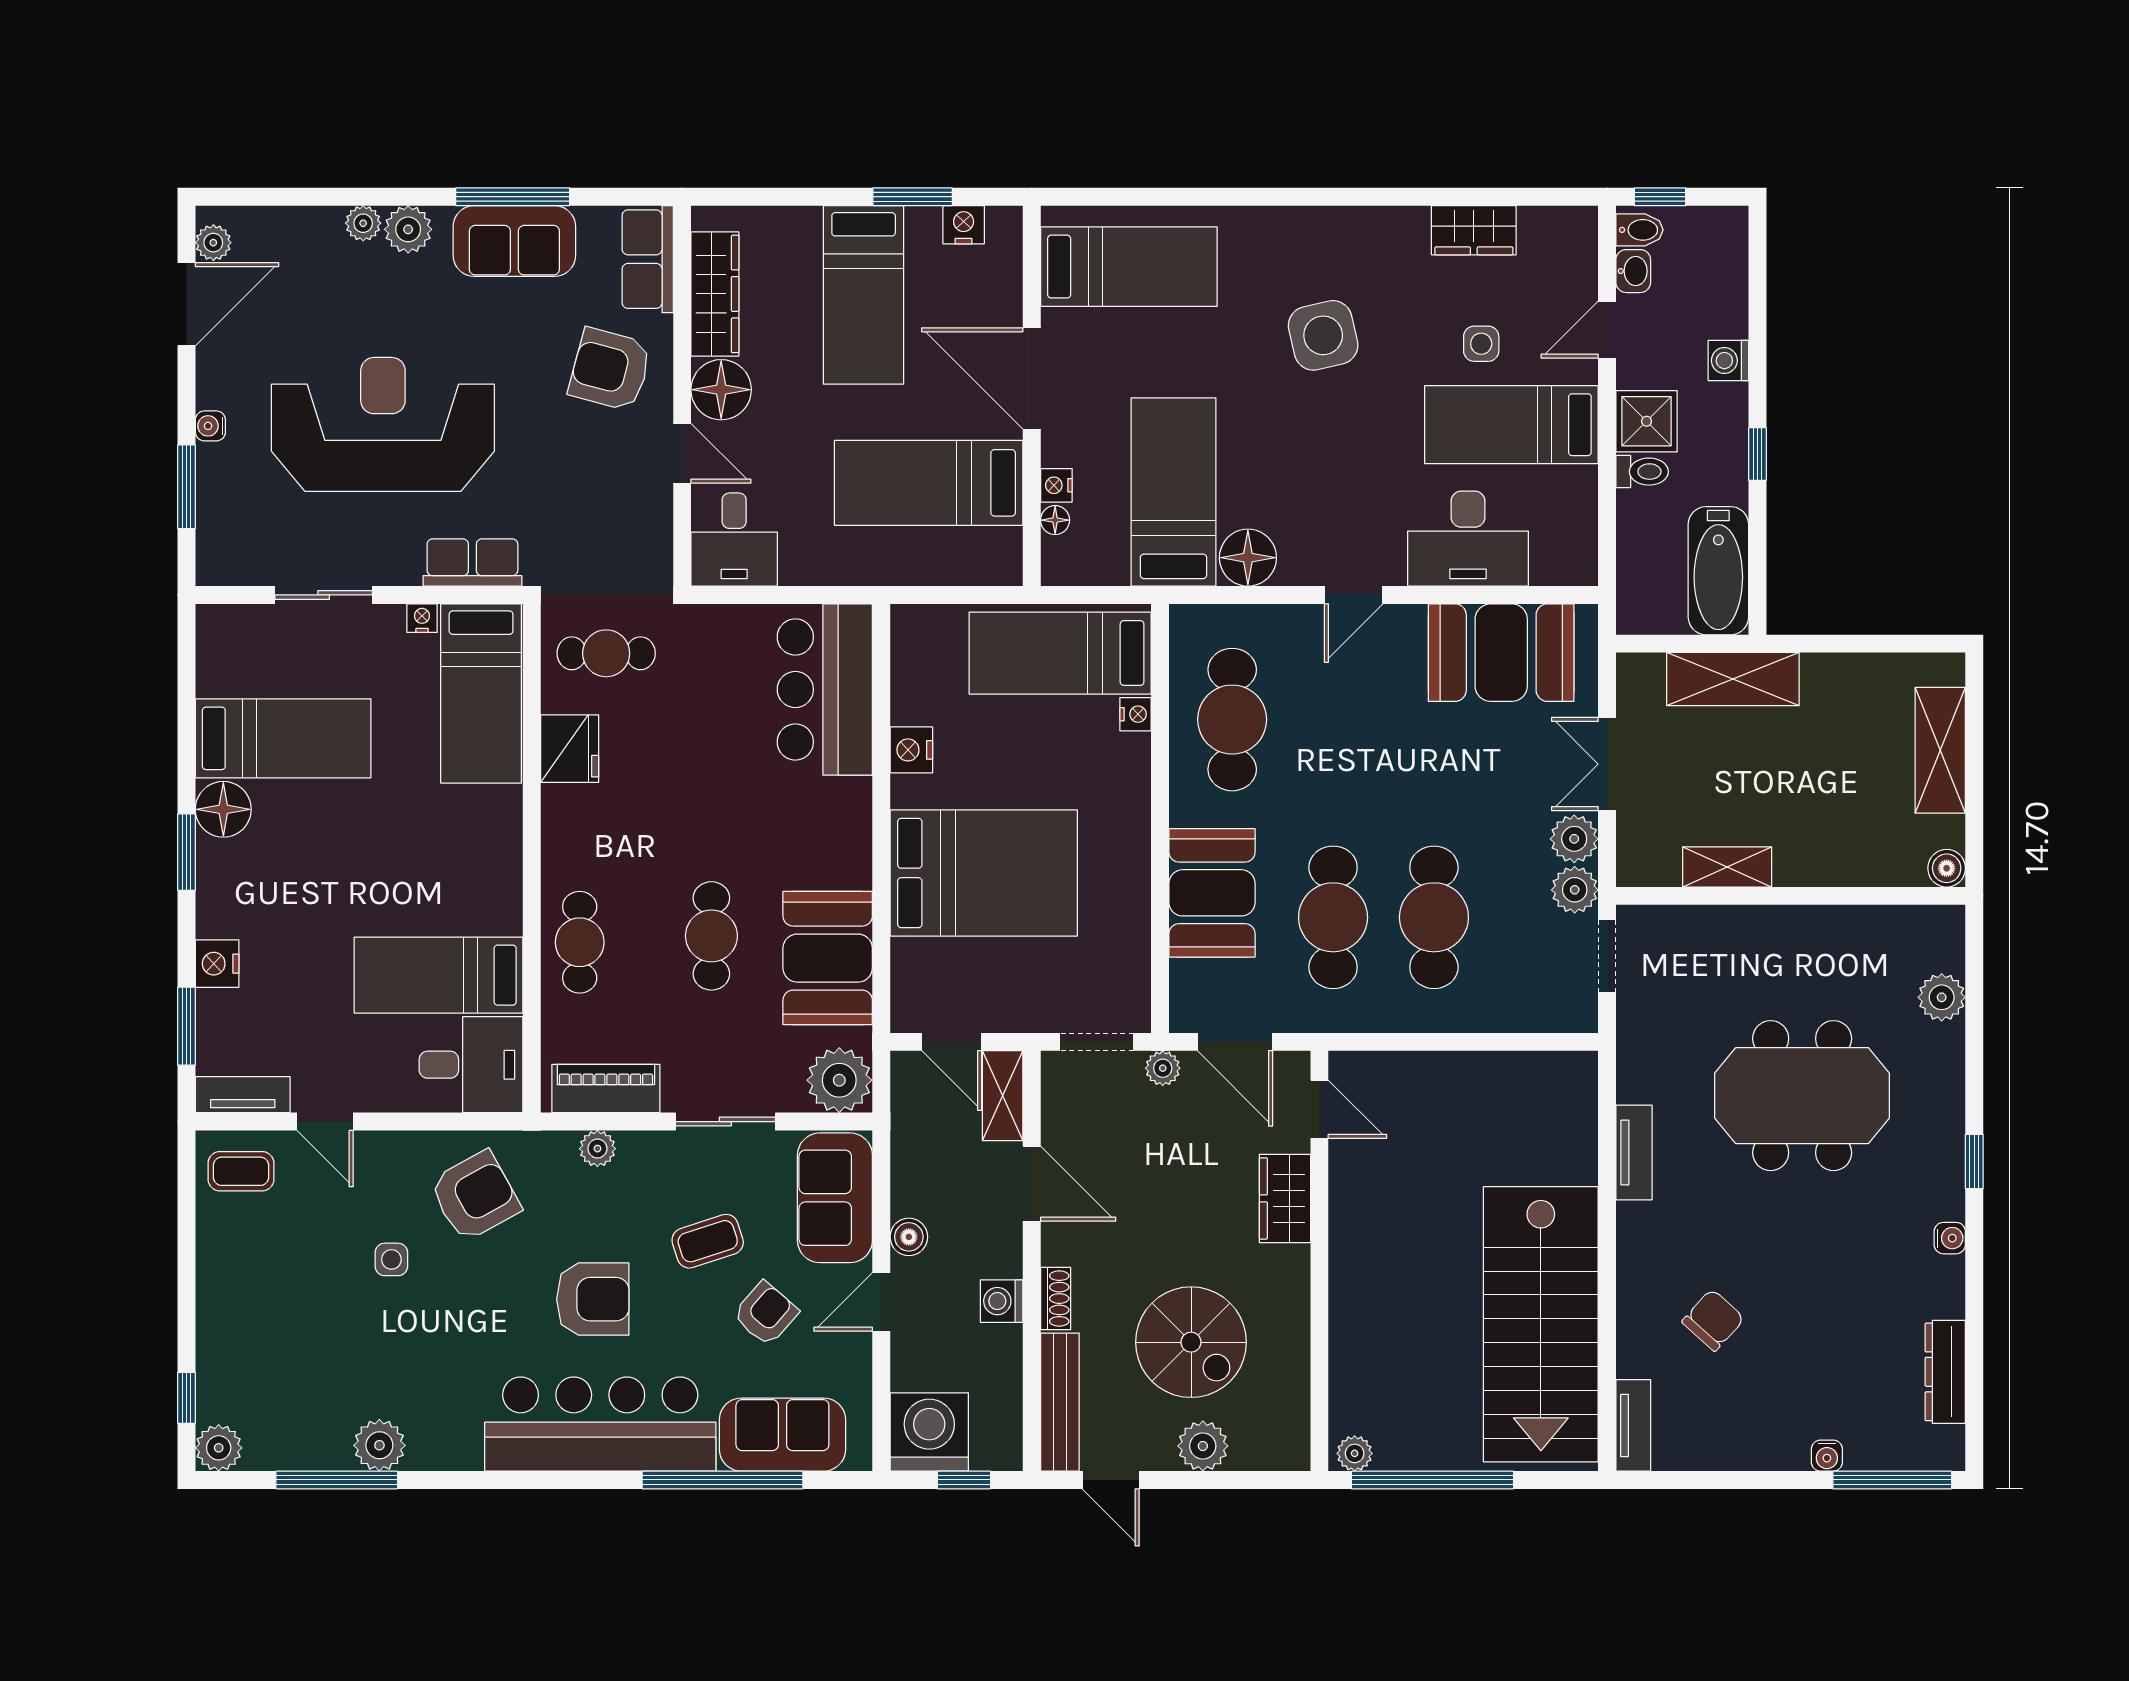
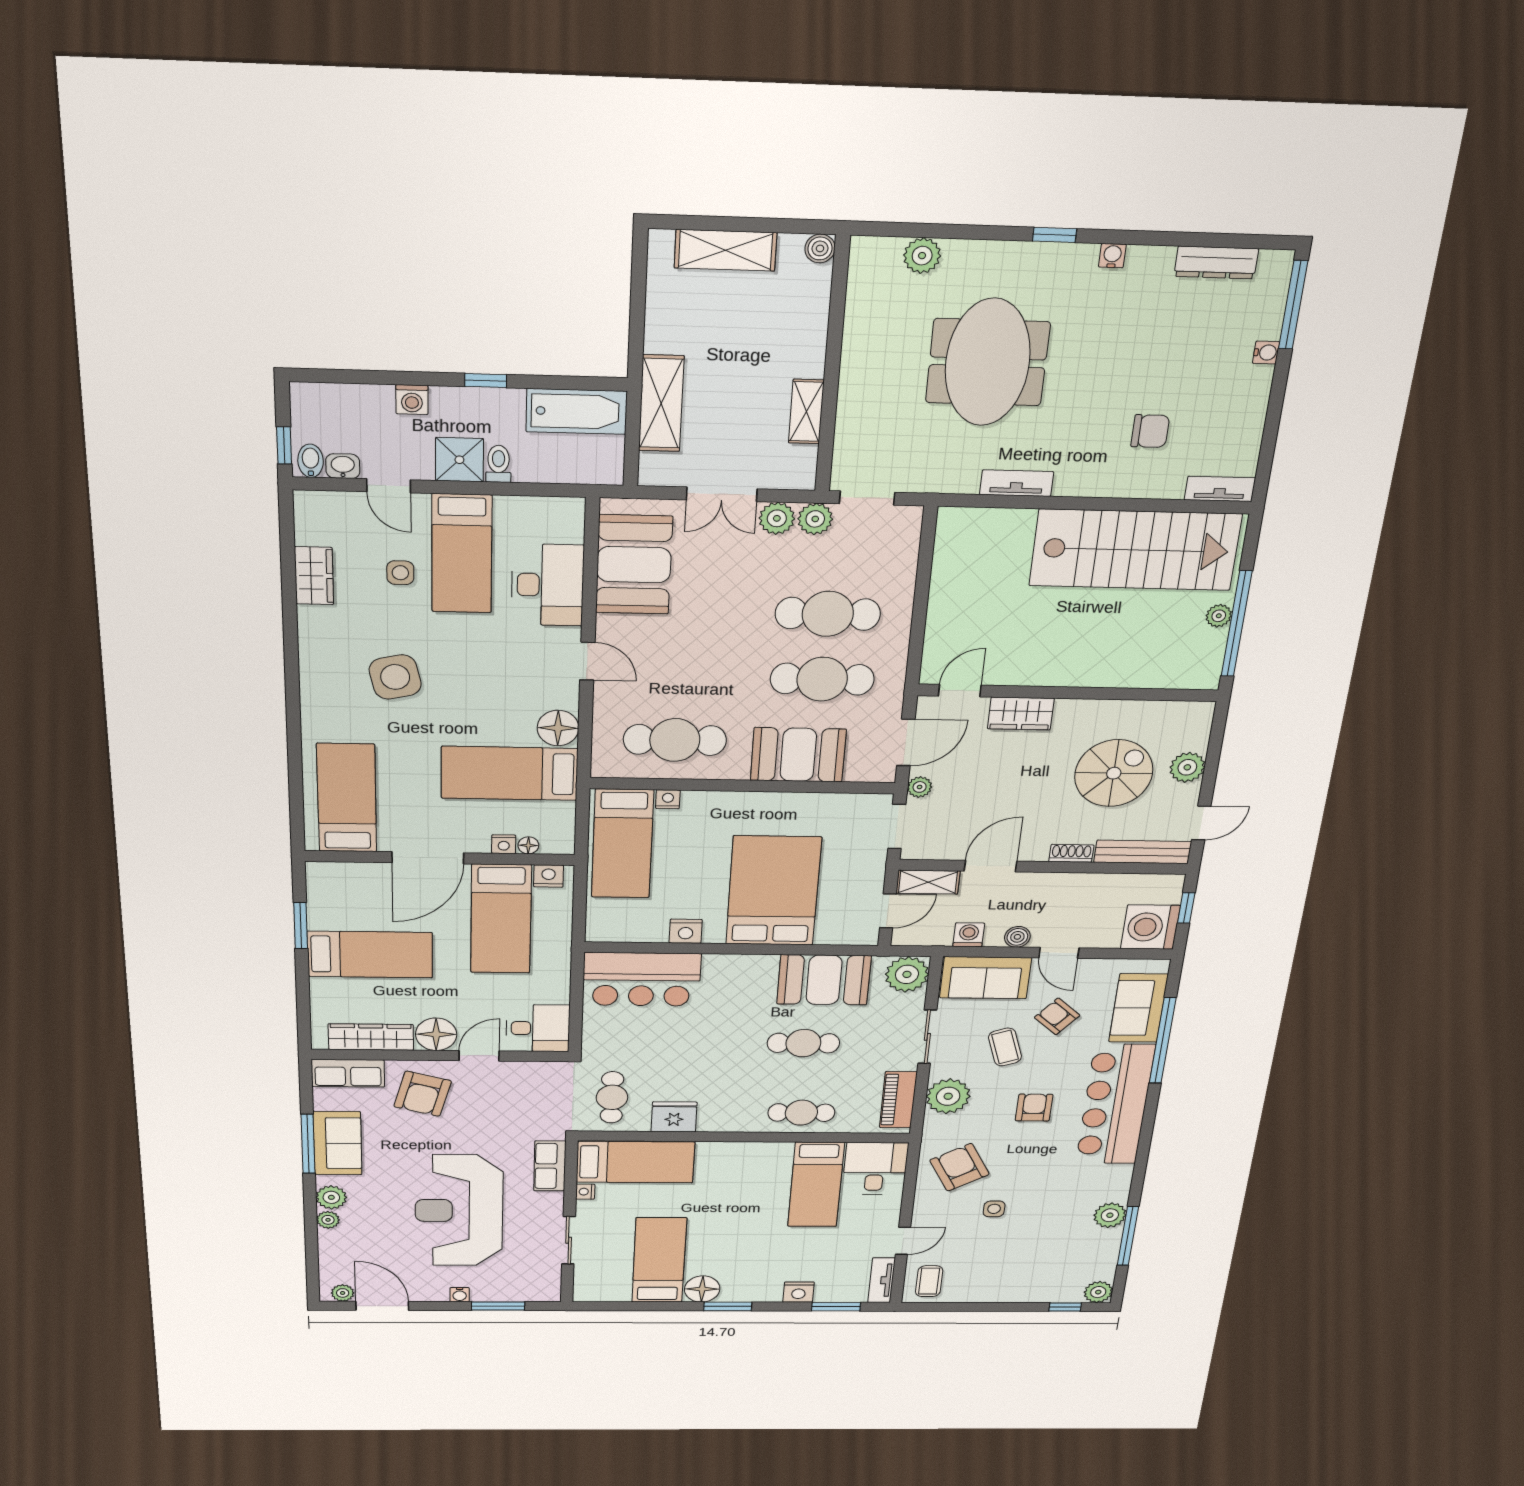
nightstand: (964, 225) -> (549, 876), moved, turned 90
plant: (597, 1149) -> (948, 1096), width x1.87, depth x1.87
armchair: (593, 1299) -> (1034, 1108), width x0.72, depth x0.72
washing machine: (1002, 1301) -> (969, 935), moved, turned 180
chair: (1713, 1320) -> (1150, 431), turned 138
plant: (1355, 1453) -> (1219, 616), moved

